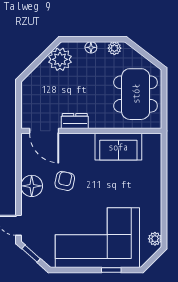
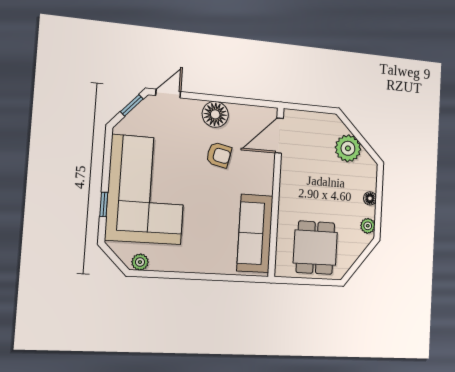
plant: (60, 59) -> (348, 148), moved
dining table: (136, 94) -> (315, 248), width x0.73
dresser: (75, 121) -> (289, 173), removed
sofa: (118, 147) -> (255, 233), width x1.36

